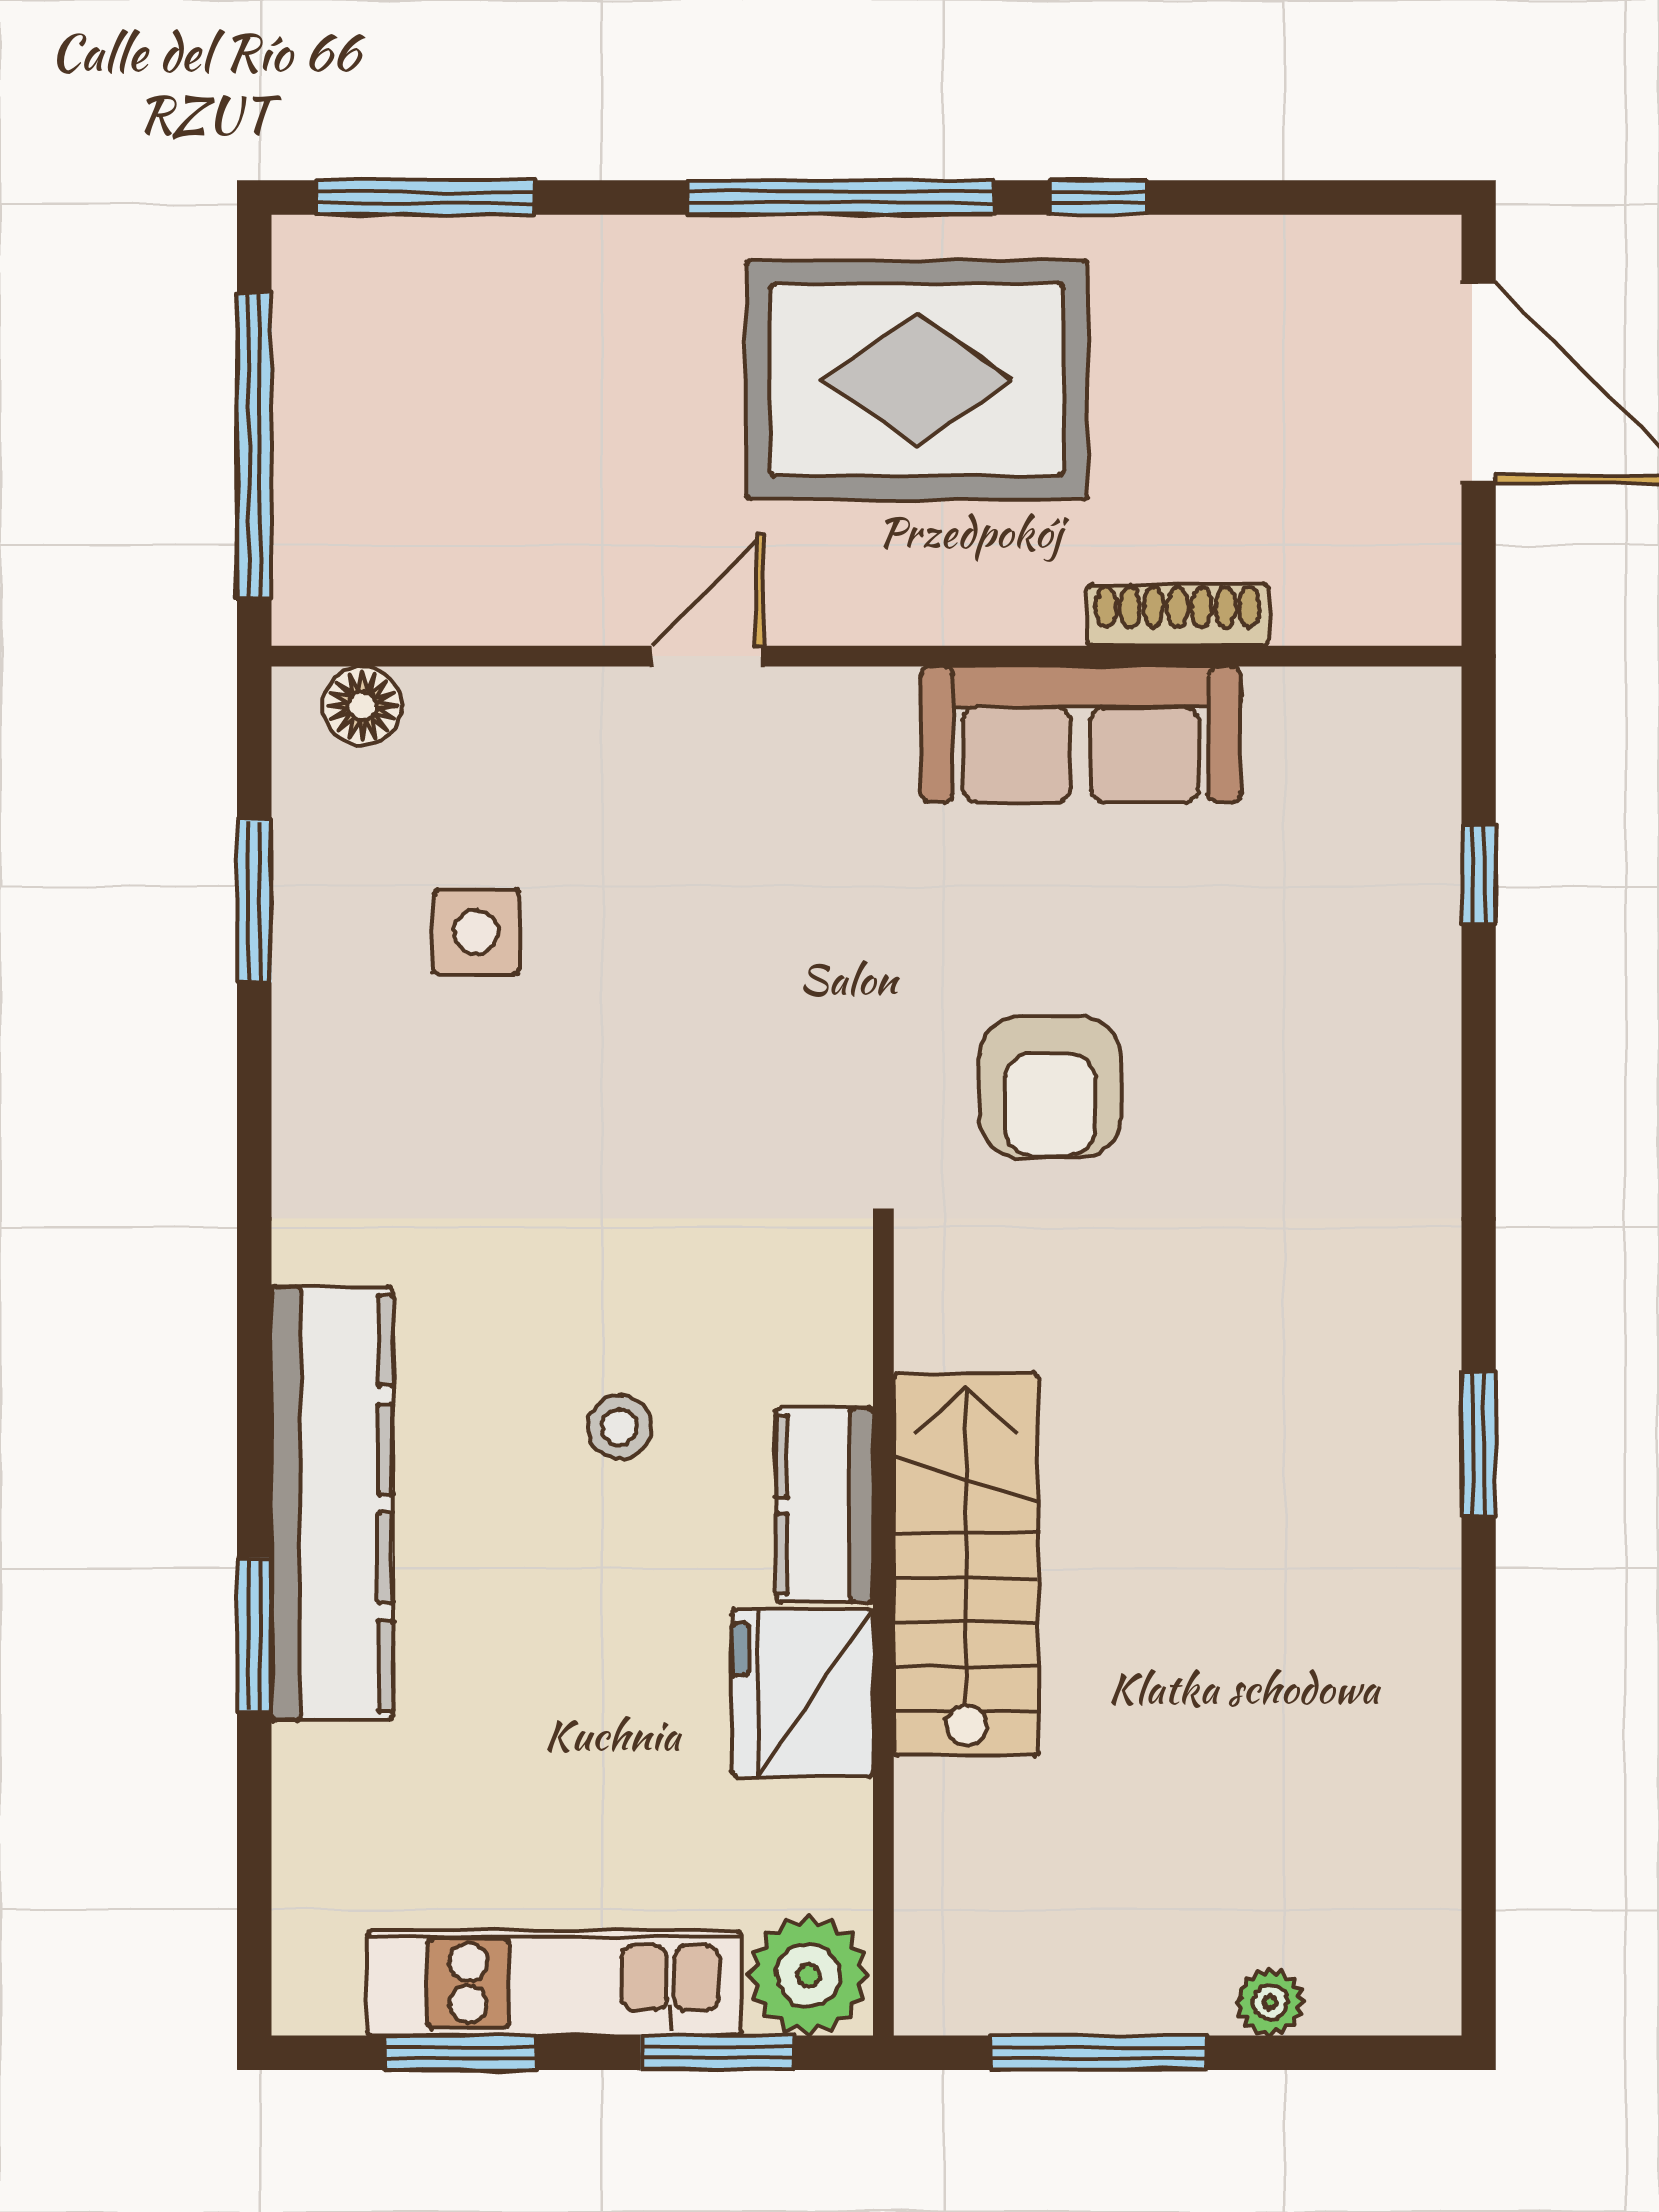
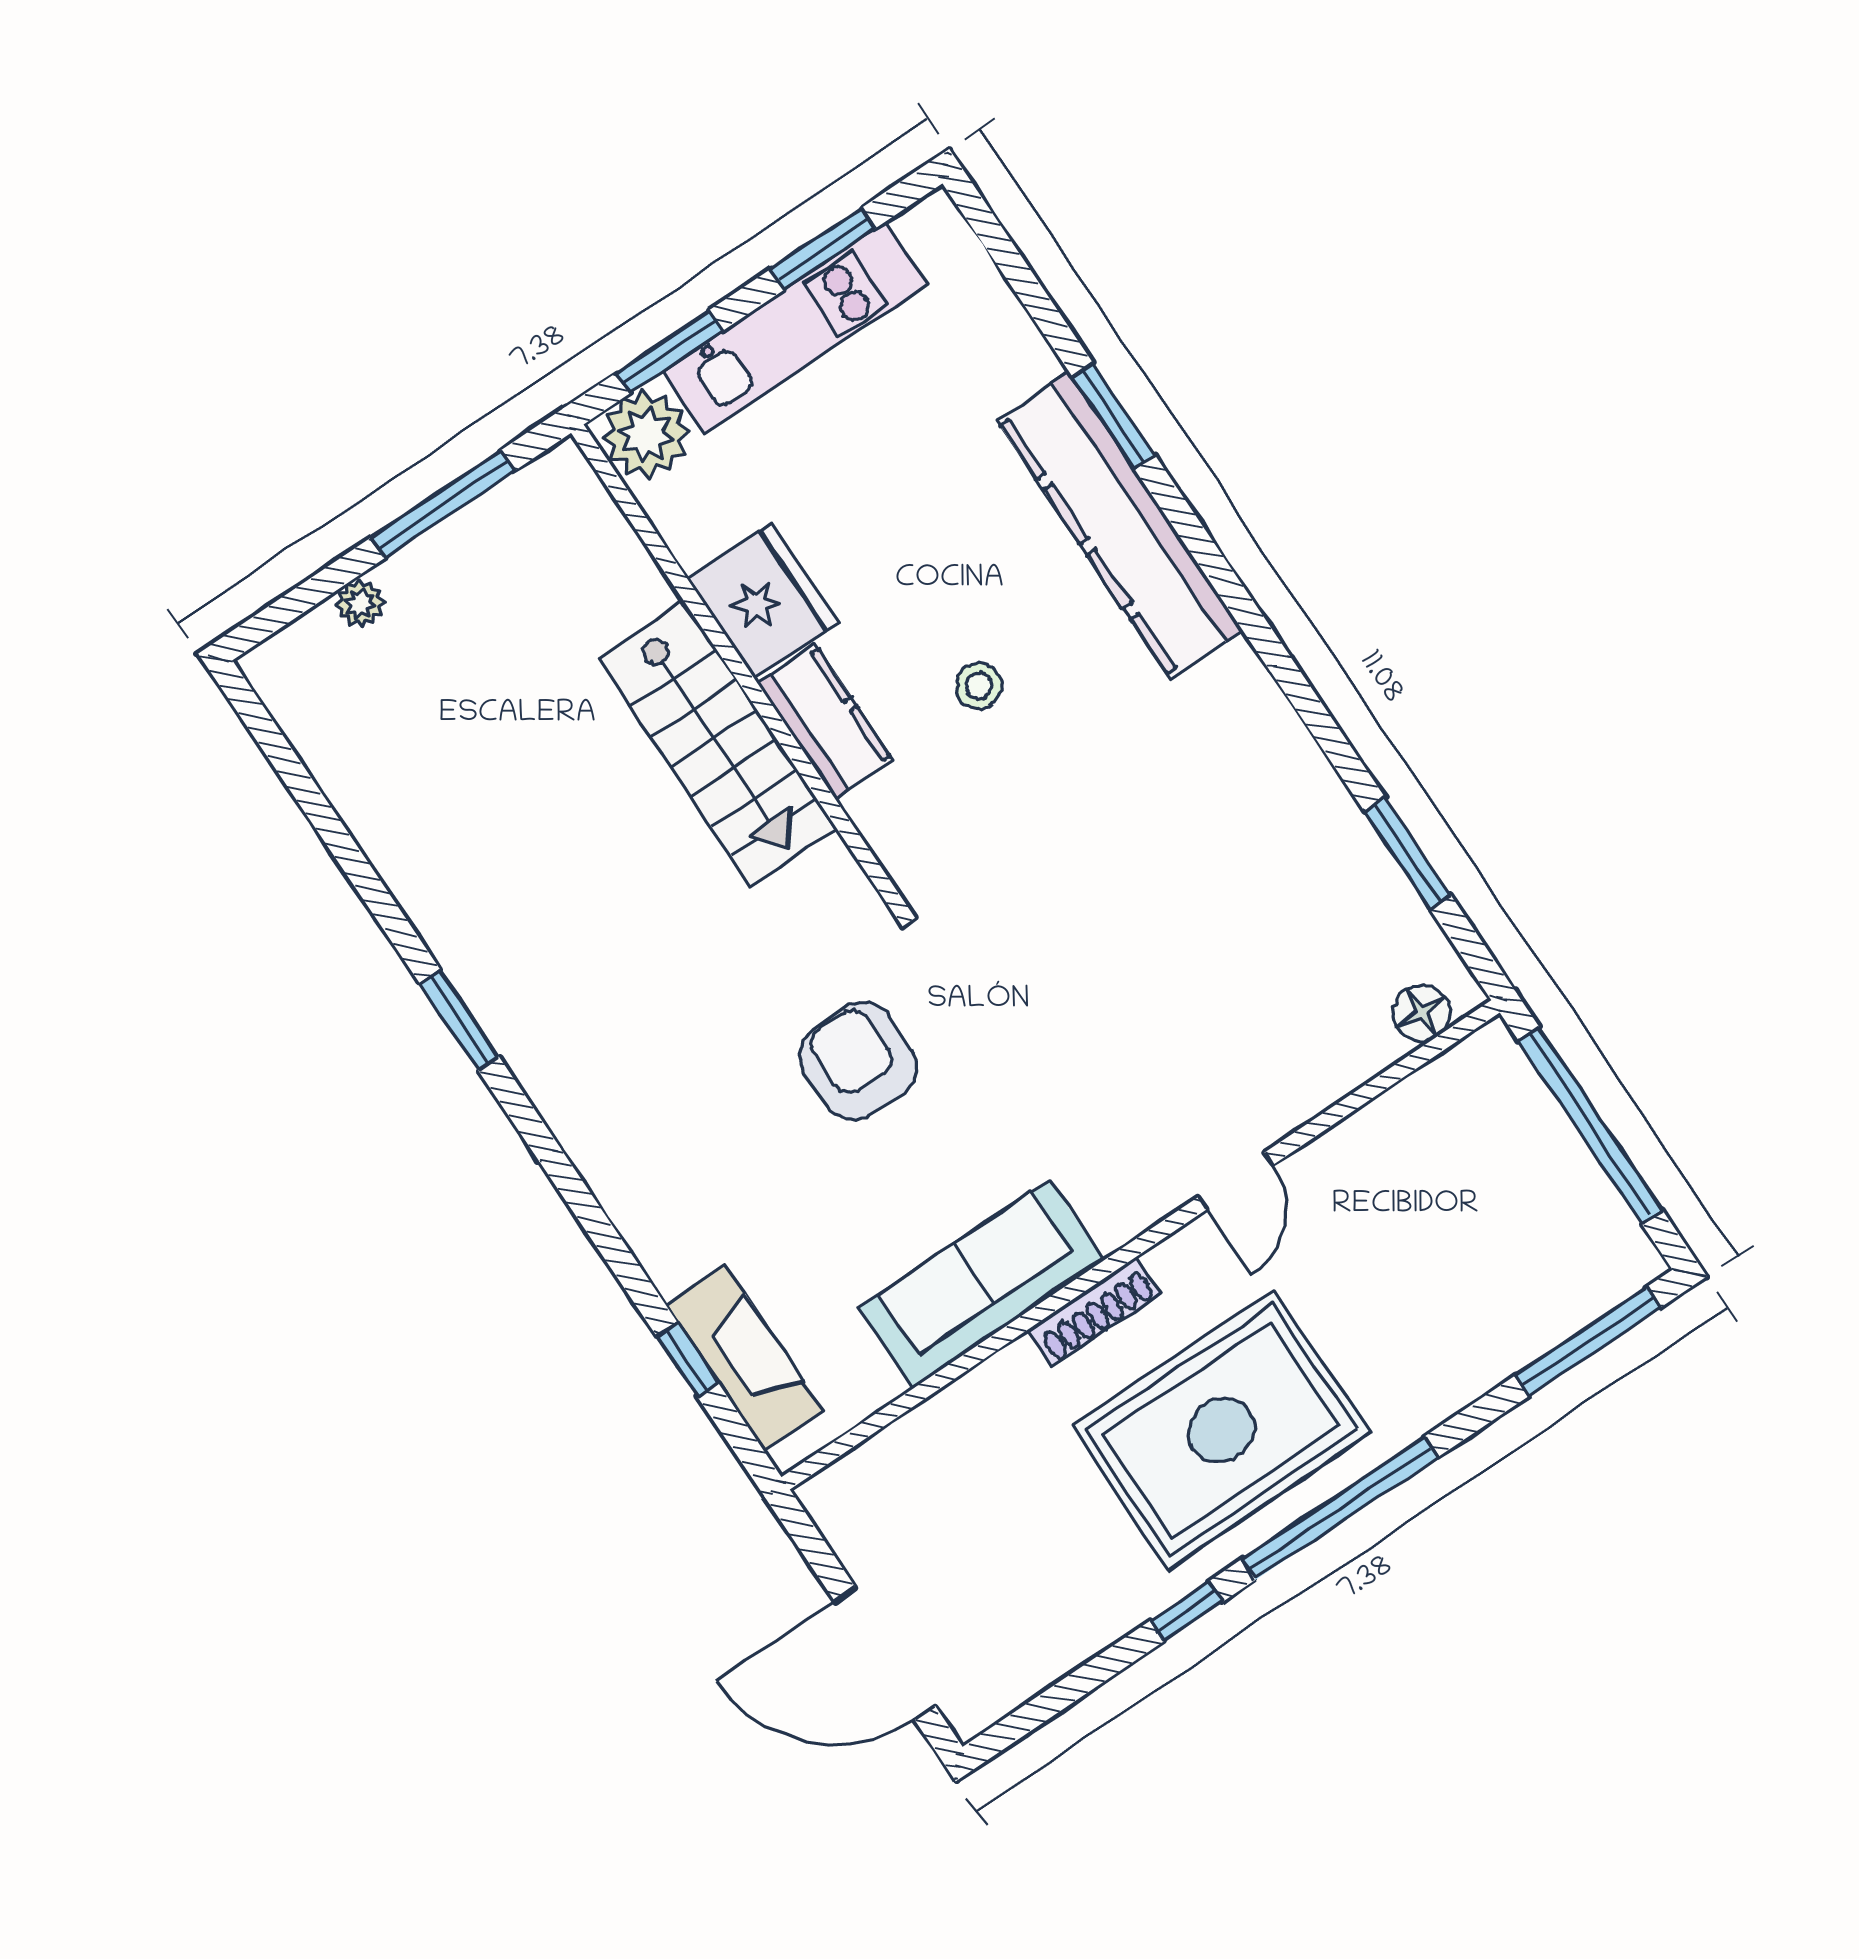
shoe rack: (1178, 615) -> (1095, 1311), moved
fireplace: (1411, 833) -> (745, 1358), added
side table: (476, 932) -> (1263, 924), removed

